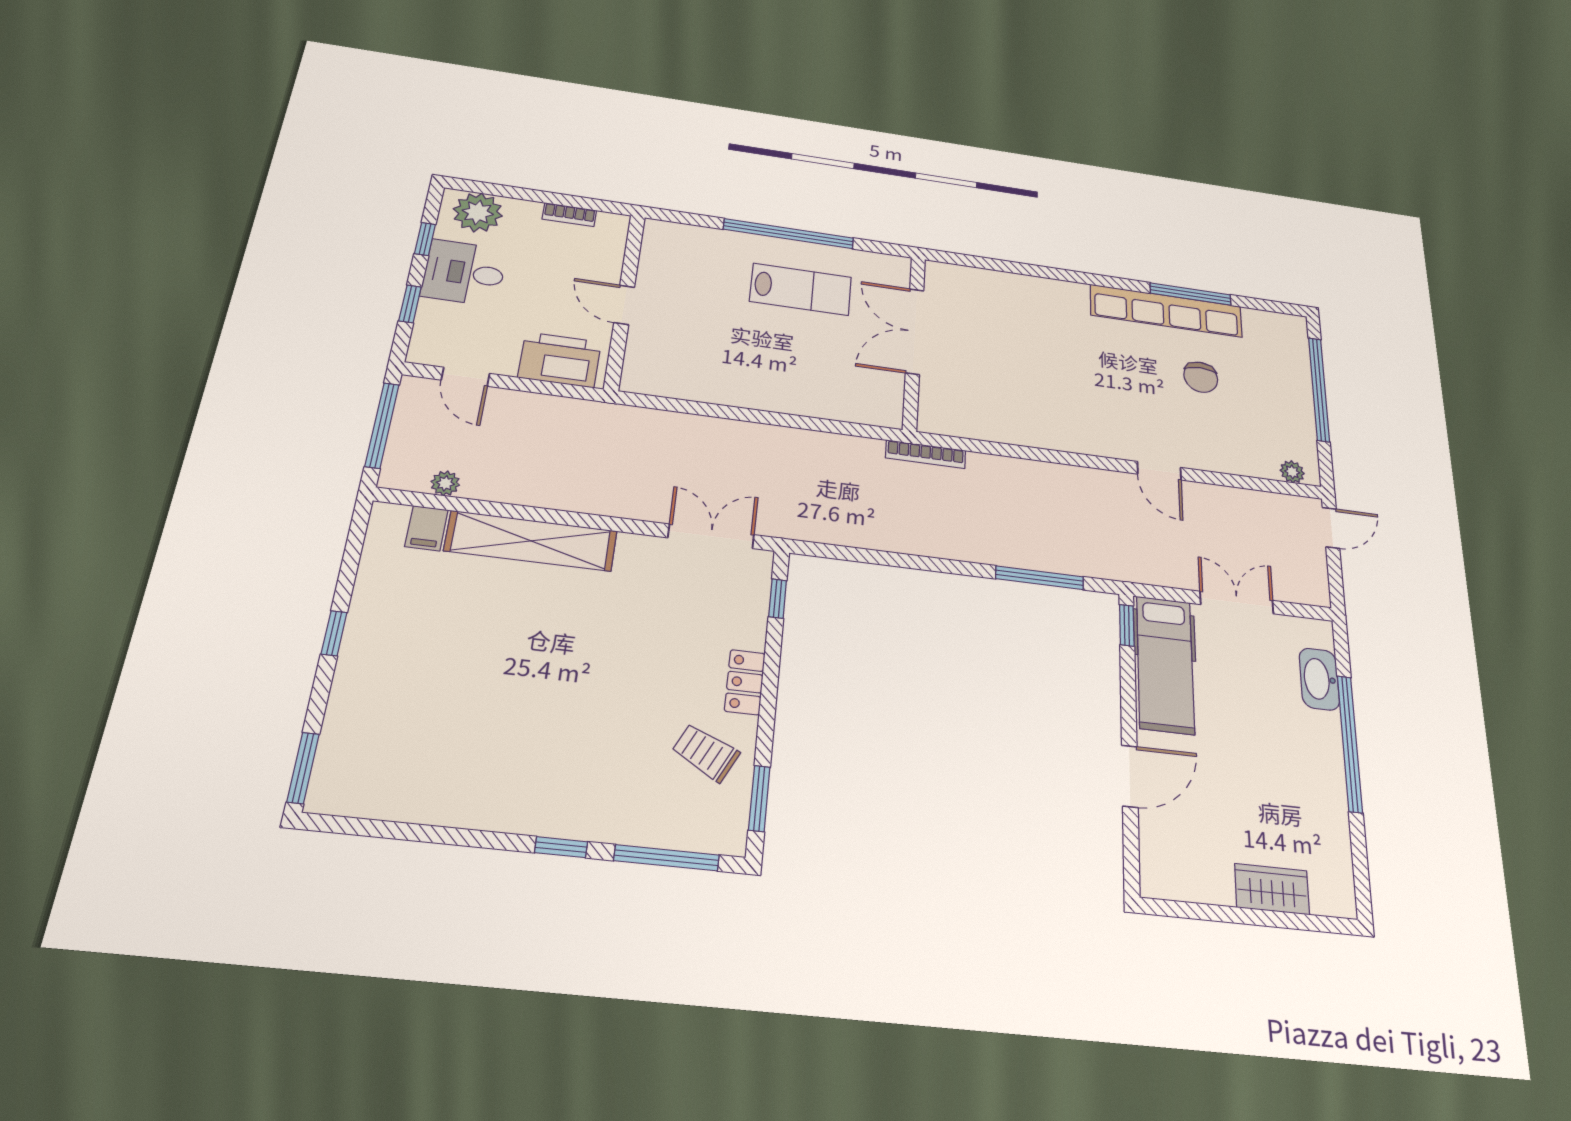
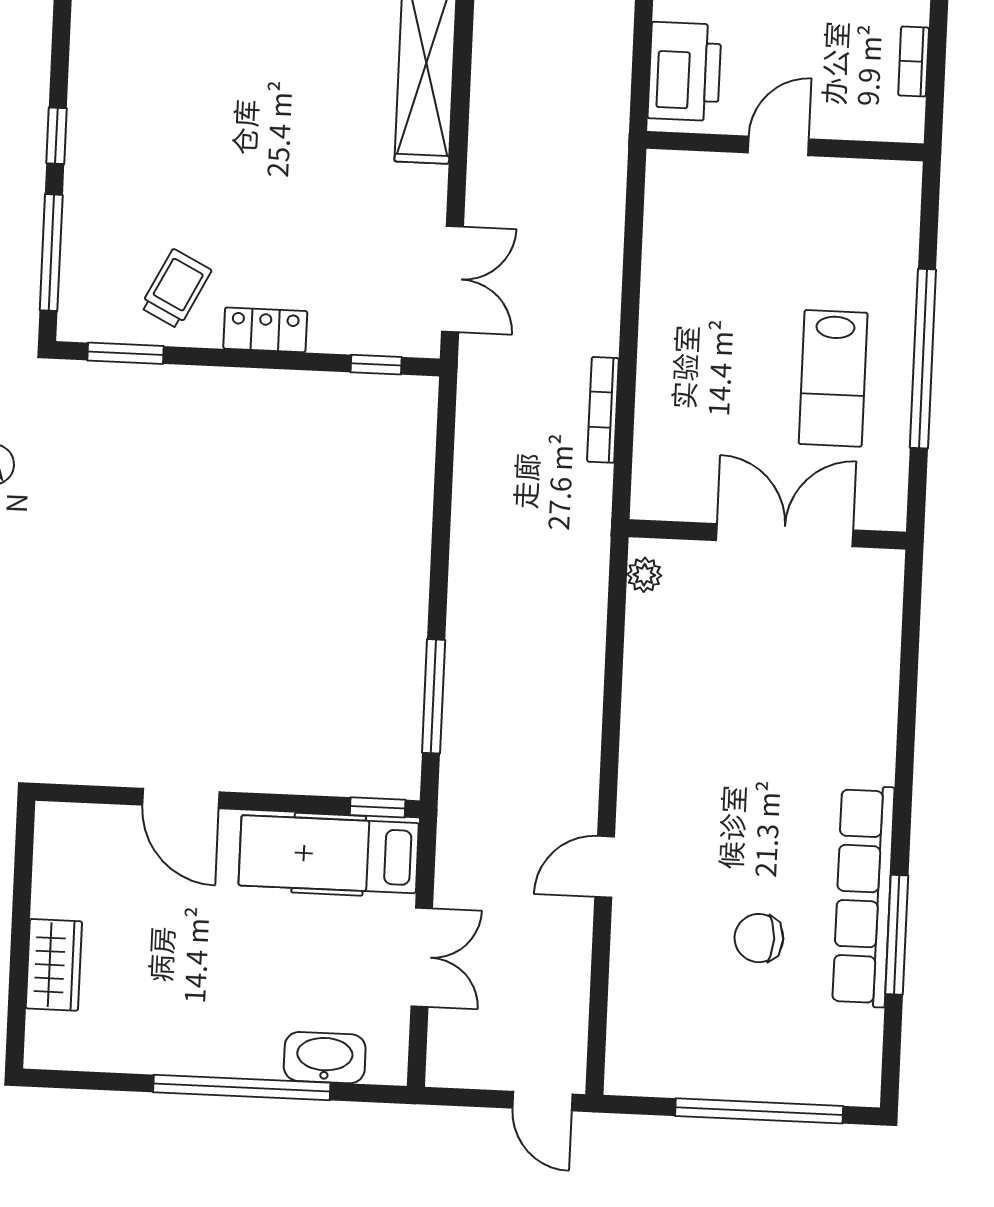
bookcase: (926, 454) -> (603, 410), moved
plant: (1292, 472) -> (644, 575), moved

